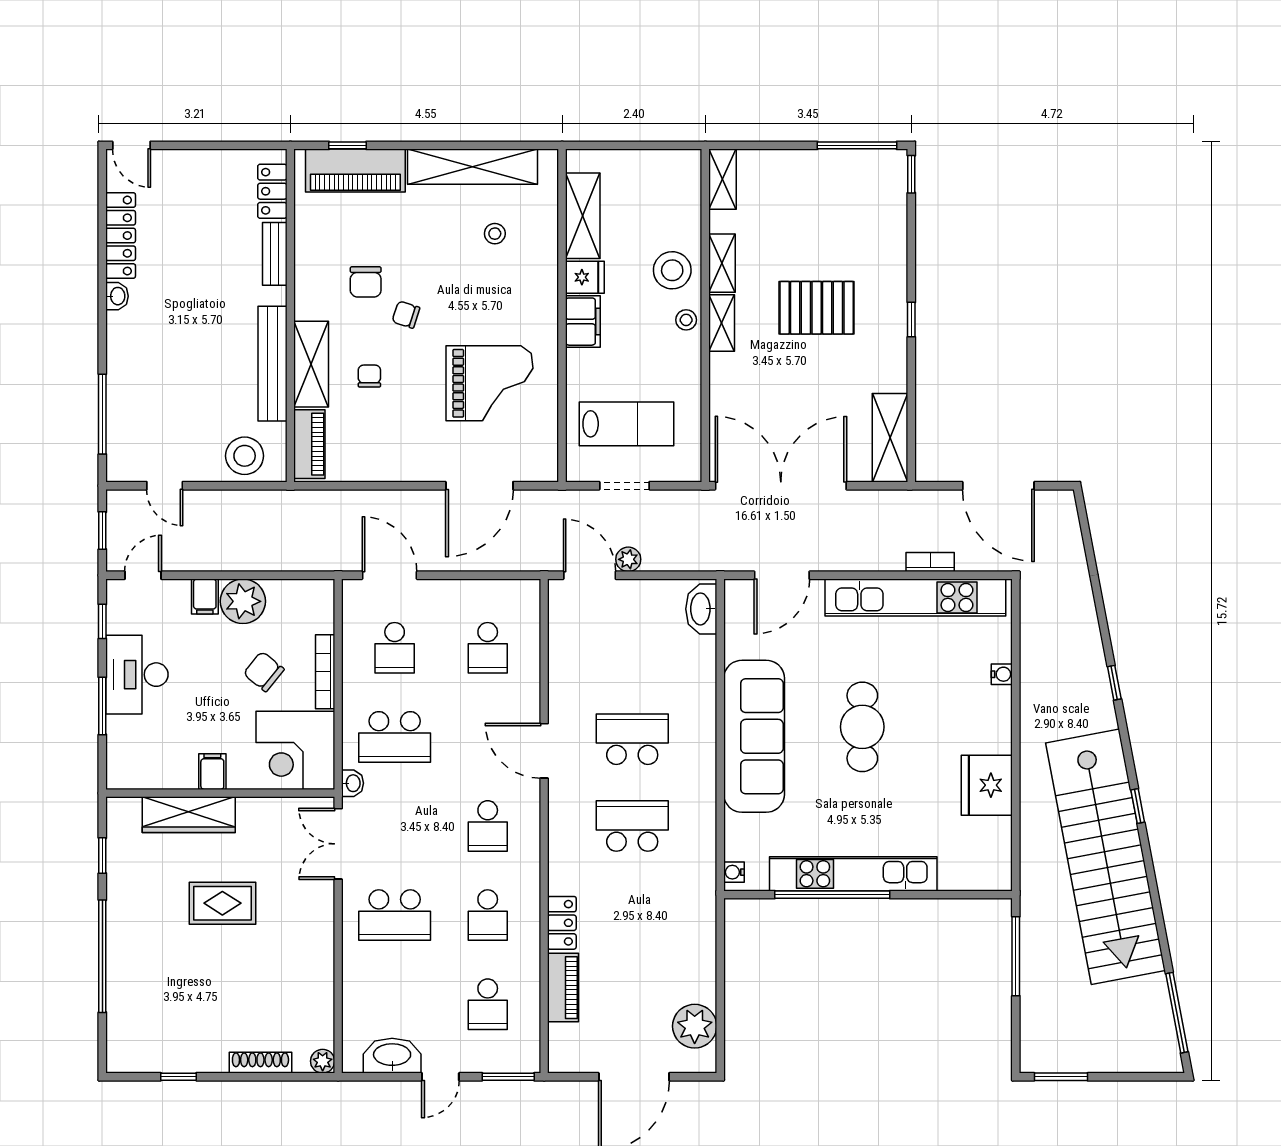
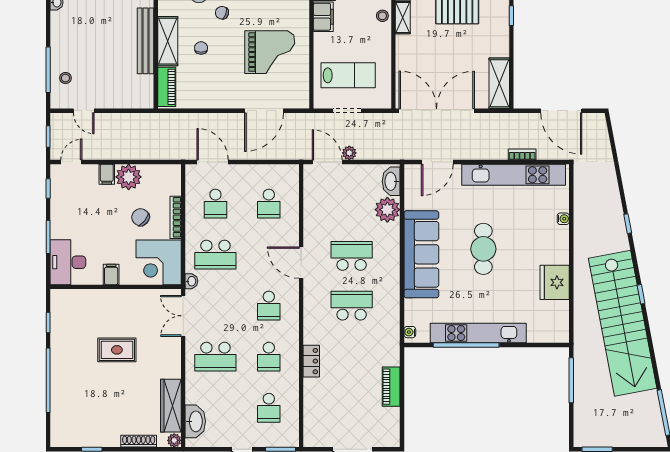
stool: (245, 456) -> (65, 78), moved, width x0.53, depth x0.53
desk: (137, 675) -> (68, 262), moved
wardrobe: (189, 815) -> (171, 406), moved, turned 90
piano: (563, 988) -> (391, 387), moved, turned 180
plant: (695, 1026) -> (387, 210), moved
washbasin: (392, 1056) -> (195, 421), moved, turned 90

